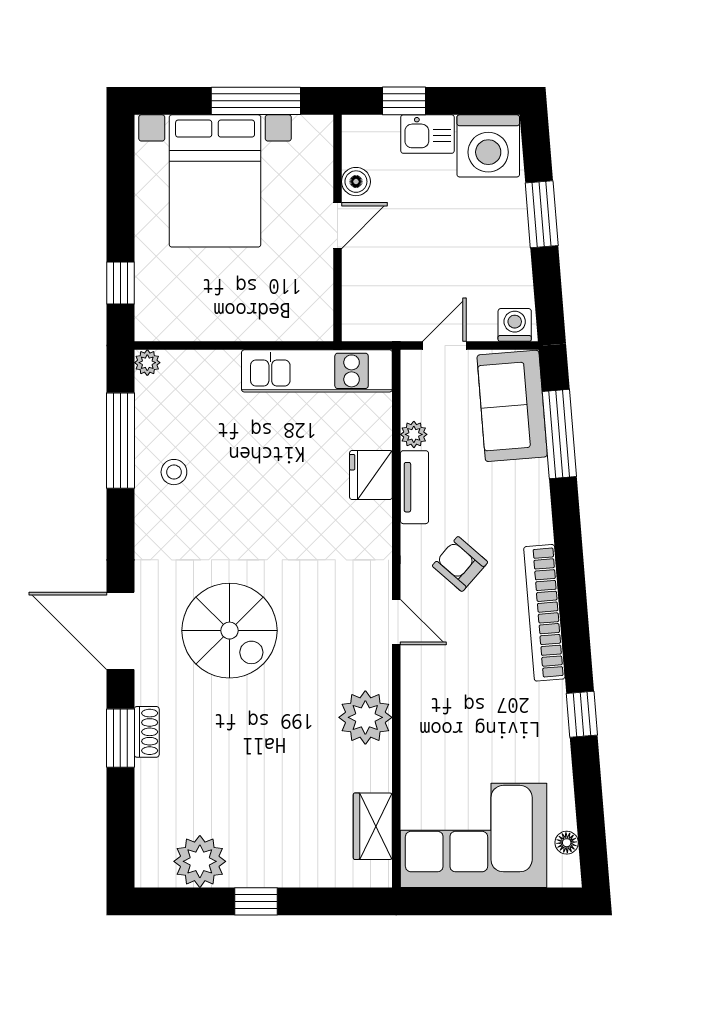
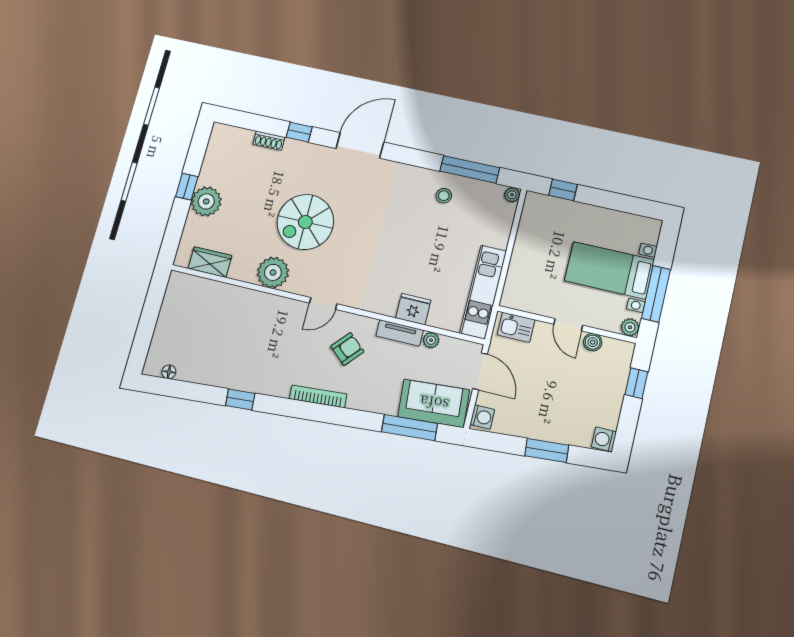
plant: (319, 129) -> (630, 327), added
kitchen sink: (428, 134) -> (516, 327), moved, turned -90
washing machine: (488, 146) -> (604, 439), width x0.53, depth x0.53
bed with nightstands: (215, 181) -> (609, 270), width x0.73
door: (444, 346) -> (480, 371), width x1.38
bookcase: (544, 613) -> (318, 396), width x0.68, depth x0.76
spiral stairs: (230, 631) -> (305, 222), moved
shoe rack: (147, 732) -> (269, 141), moved
window: (120, 738) -> (299, 132), width x0.67
corner sofa: (474, 835) -> (188, 319), removed
plant: (200, 861) -> (206, 201), moved

